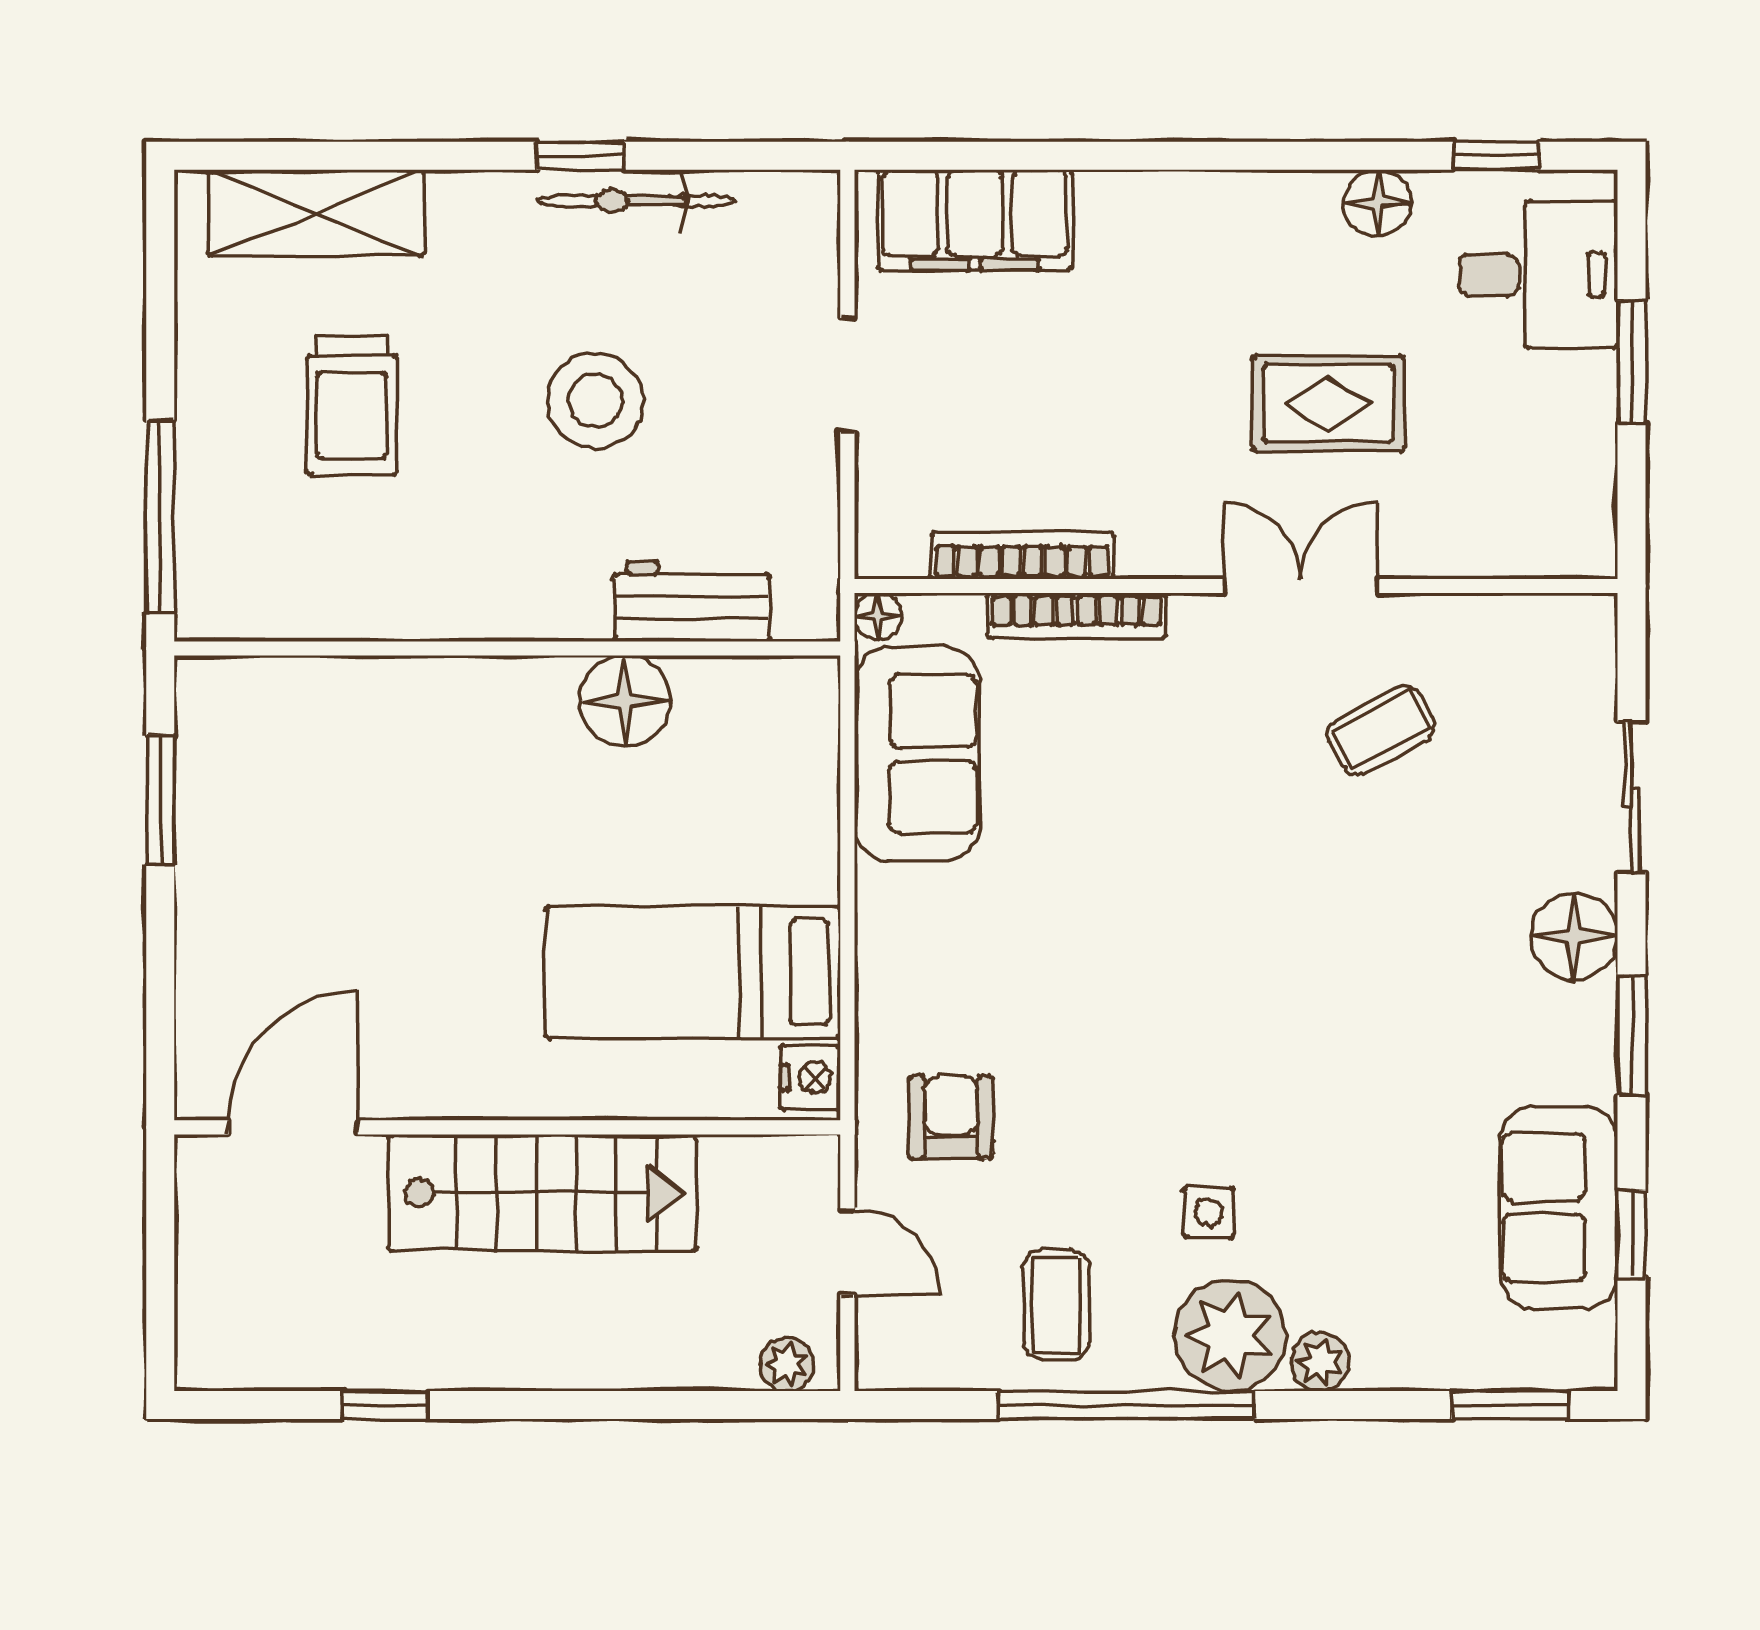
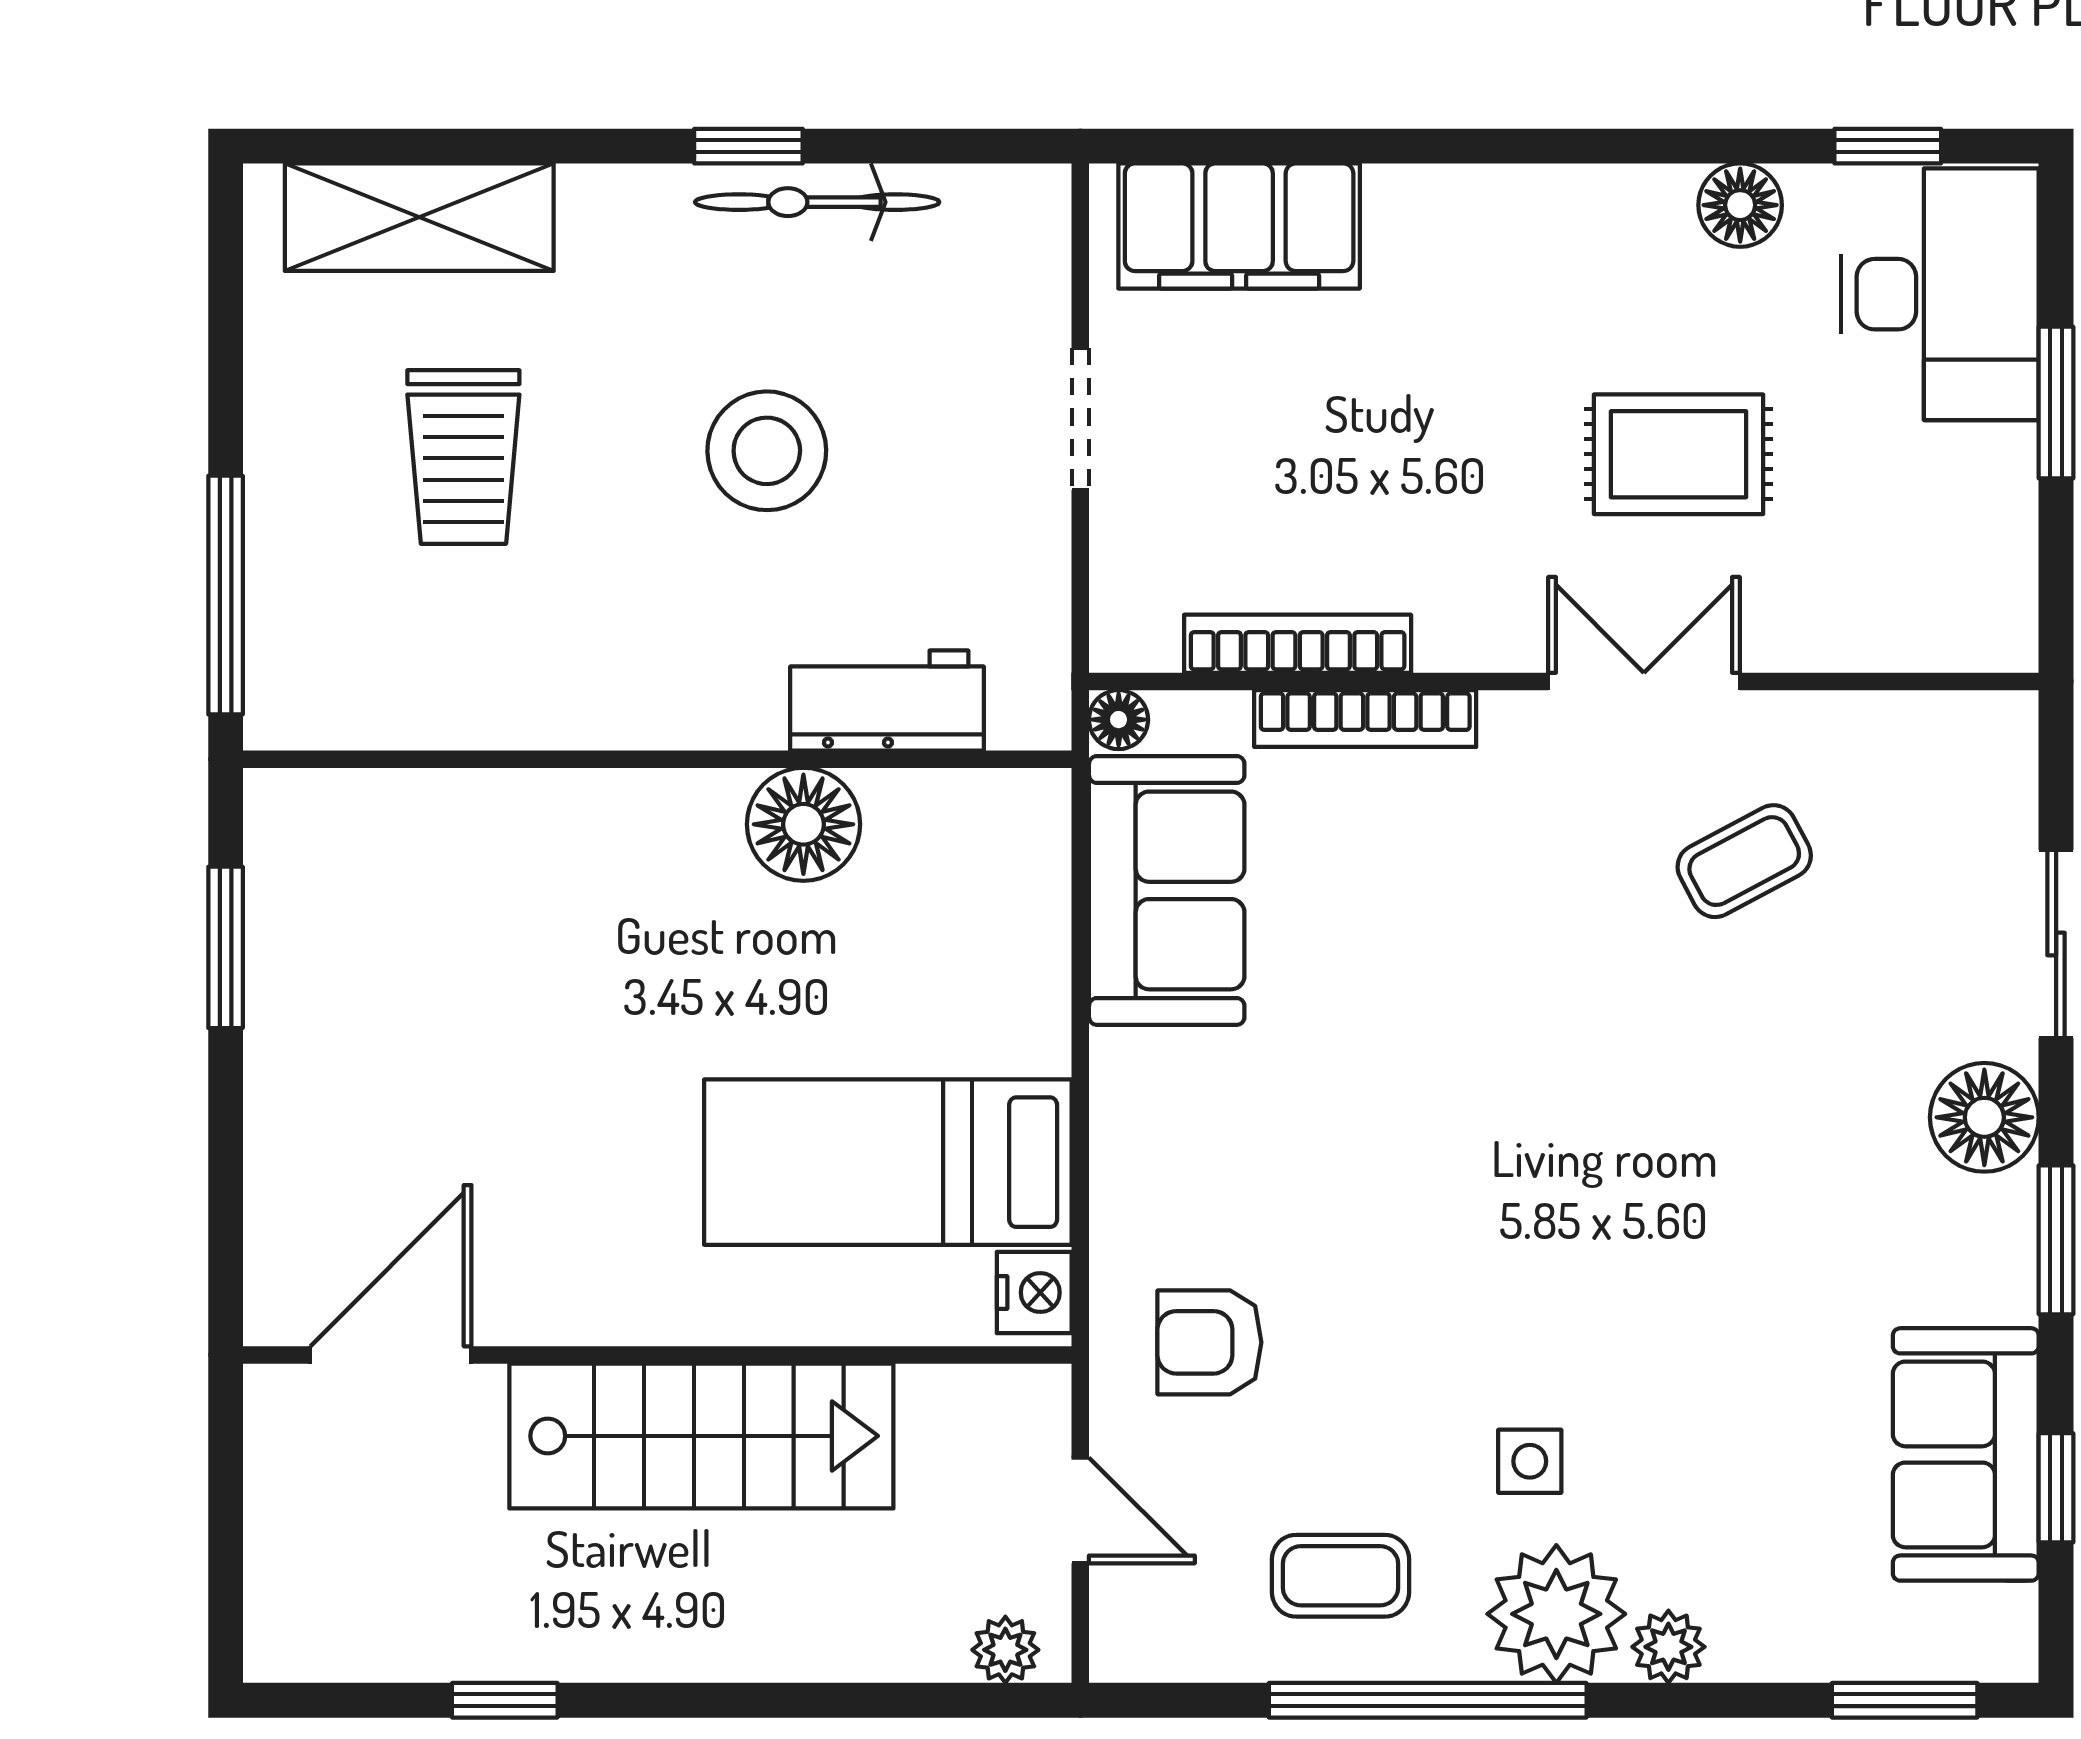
desk: (1538, 275) -> (1940, 294), width x1.37
armchair: (951, 1117) -> (1209, 1342), turned -90
coffee table: (1056, 1305) -> (1340, 1576), turned 90

